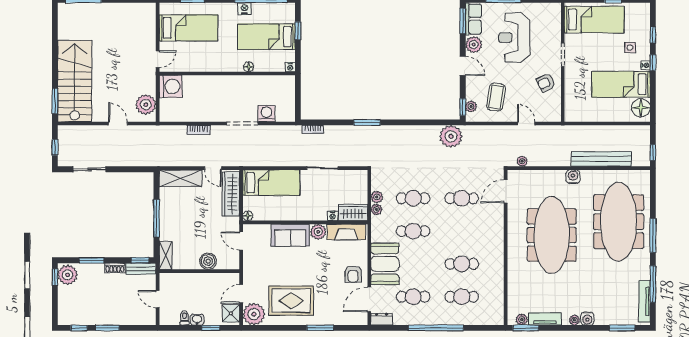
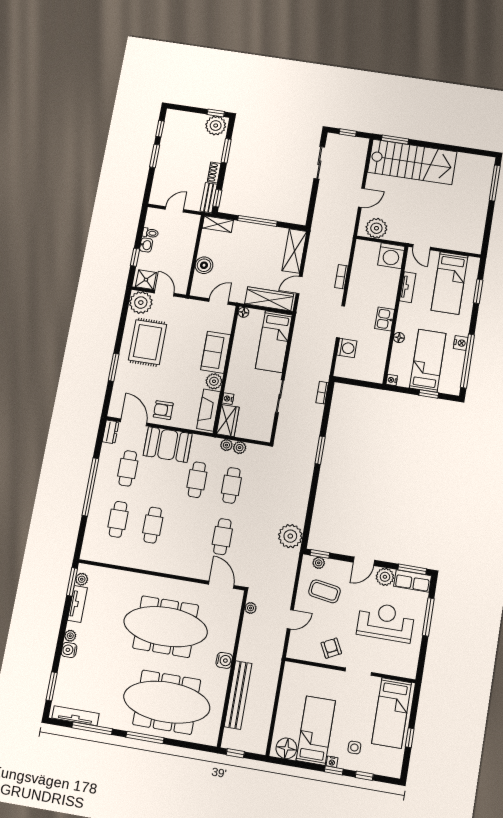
tv unit: (199, 66) -> (408, 287), added
kitchen sink: (233, 83) -> (385, 319), added

